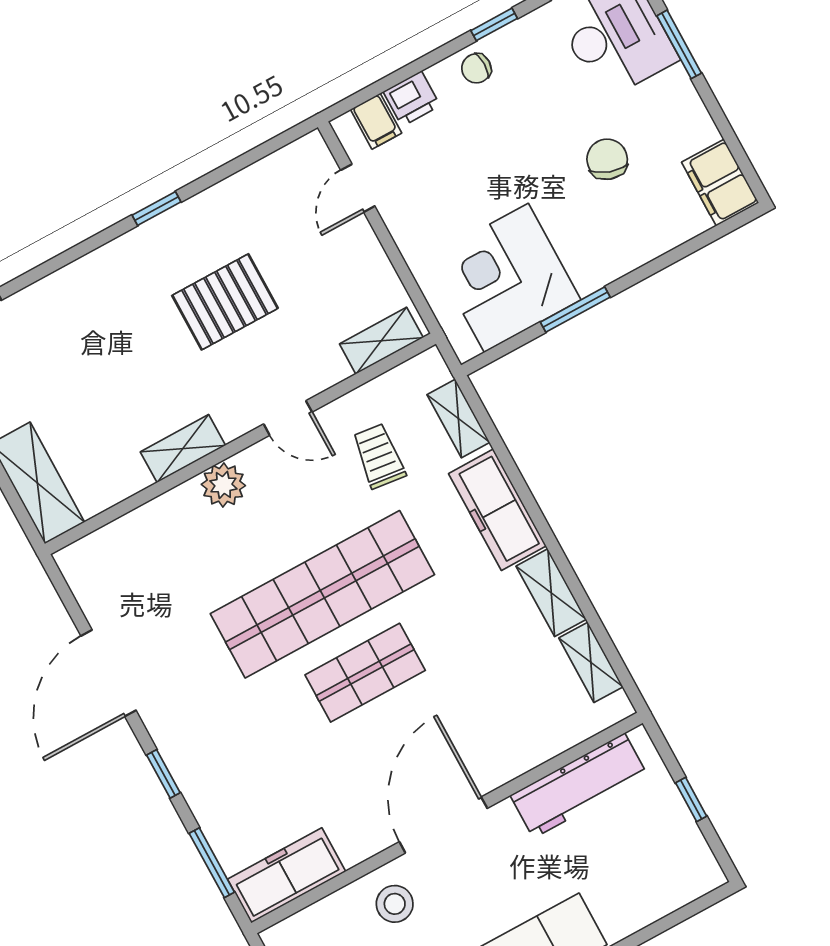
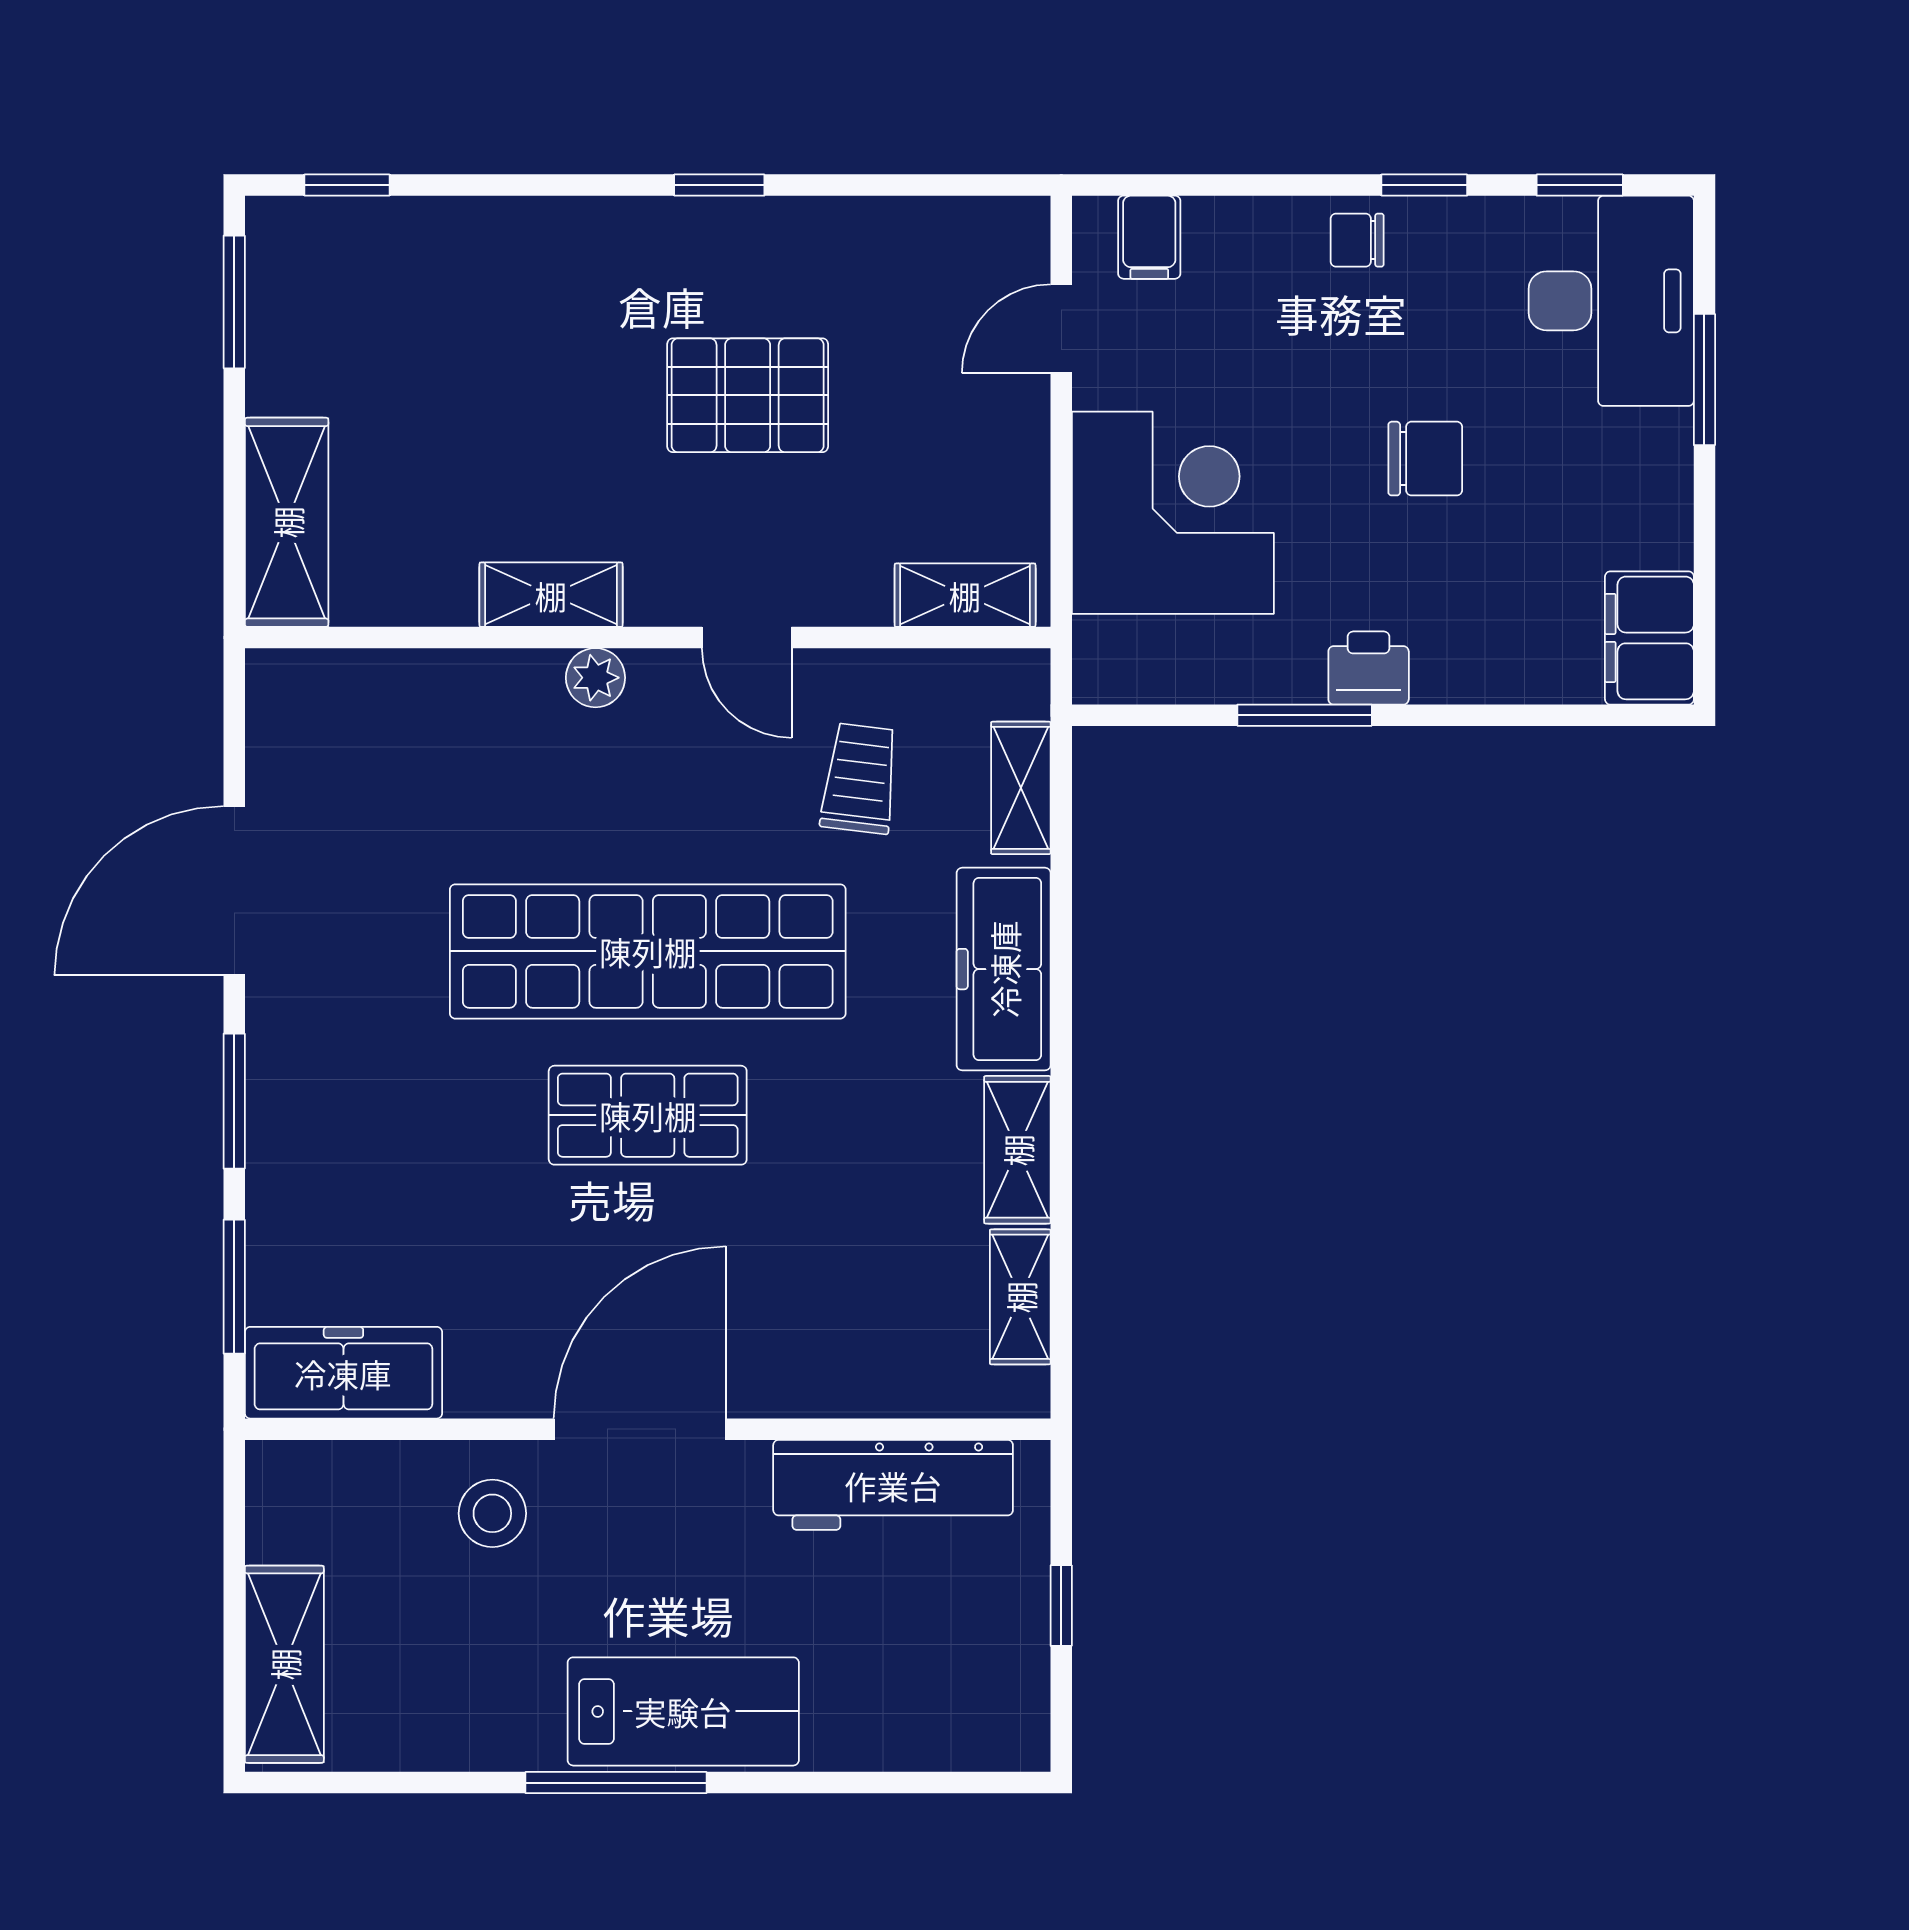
printer: (412, 99) -> (1369, 668), moved, turned 180
chair: (607, 159) -> (1425, 459), moved, turned 71
corner desk: (506, 278) -> (1173, 513), moved, turned 90
plant: (223, 485) -> (595, 678), width x0.73, depth x0.73
window: (163, 774) -> (234, 1101), width x1.50

